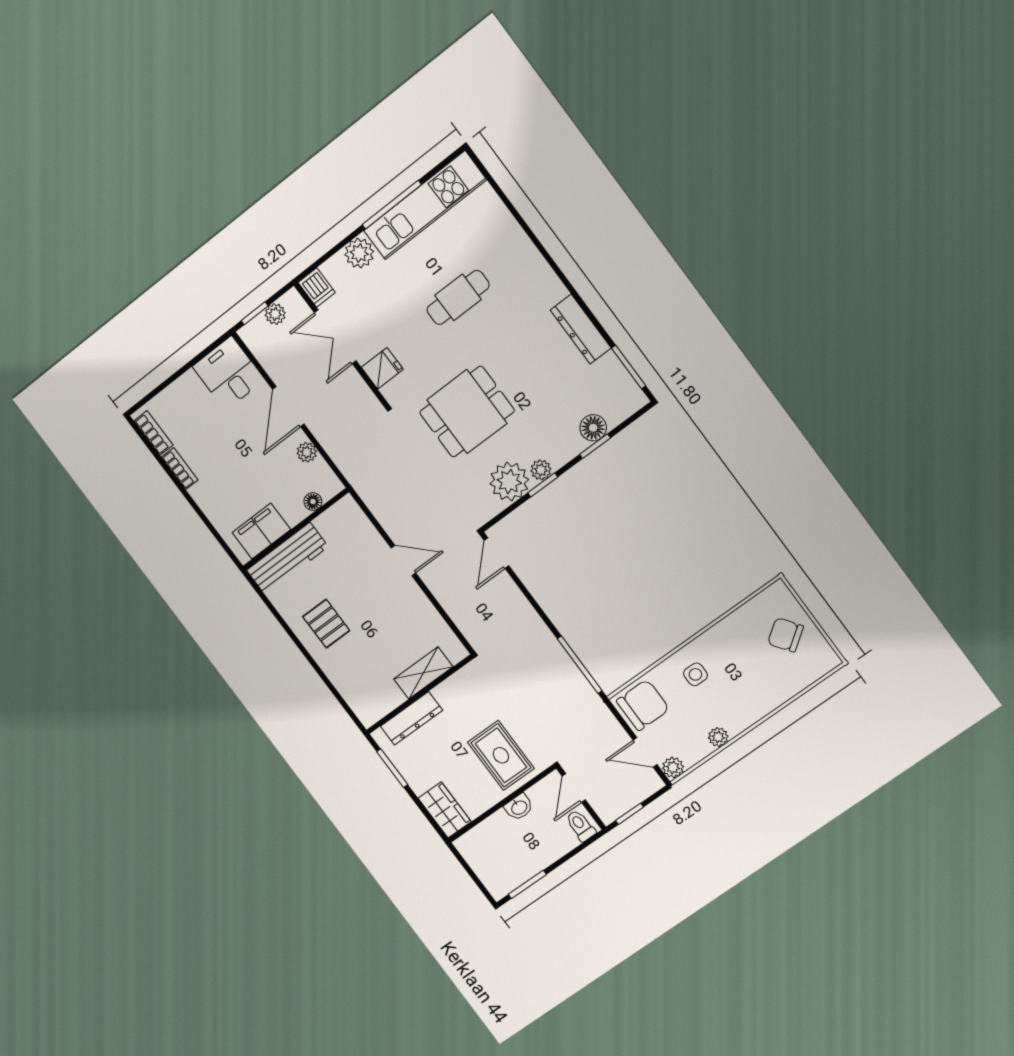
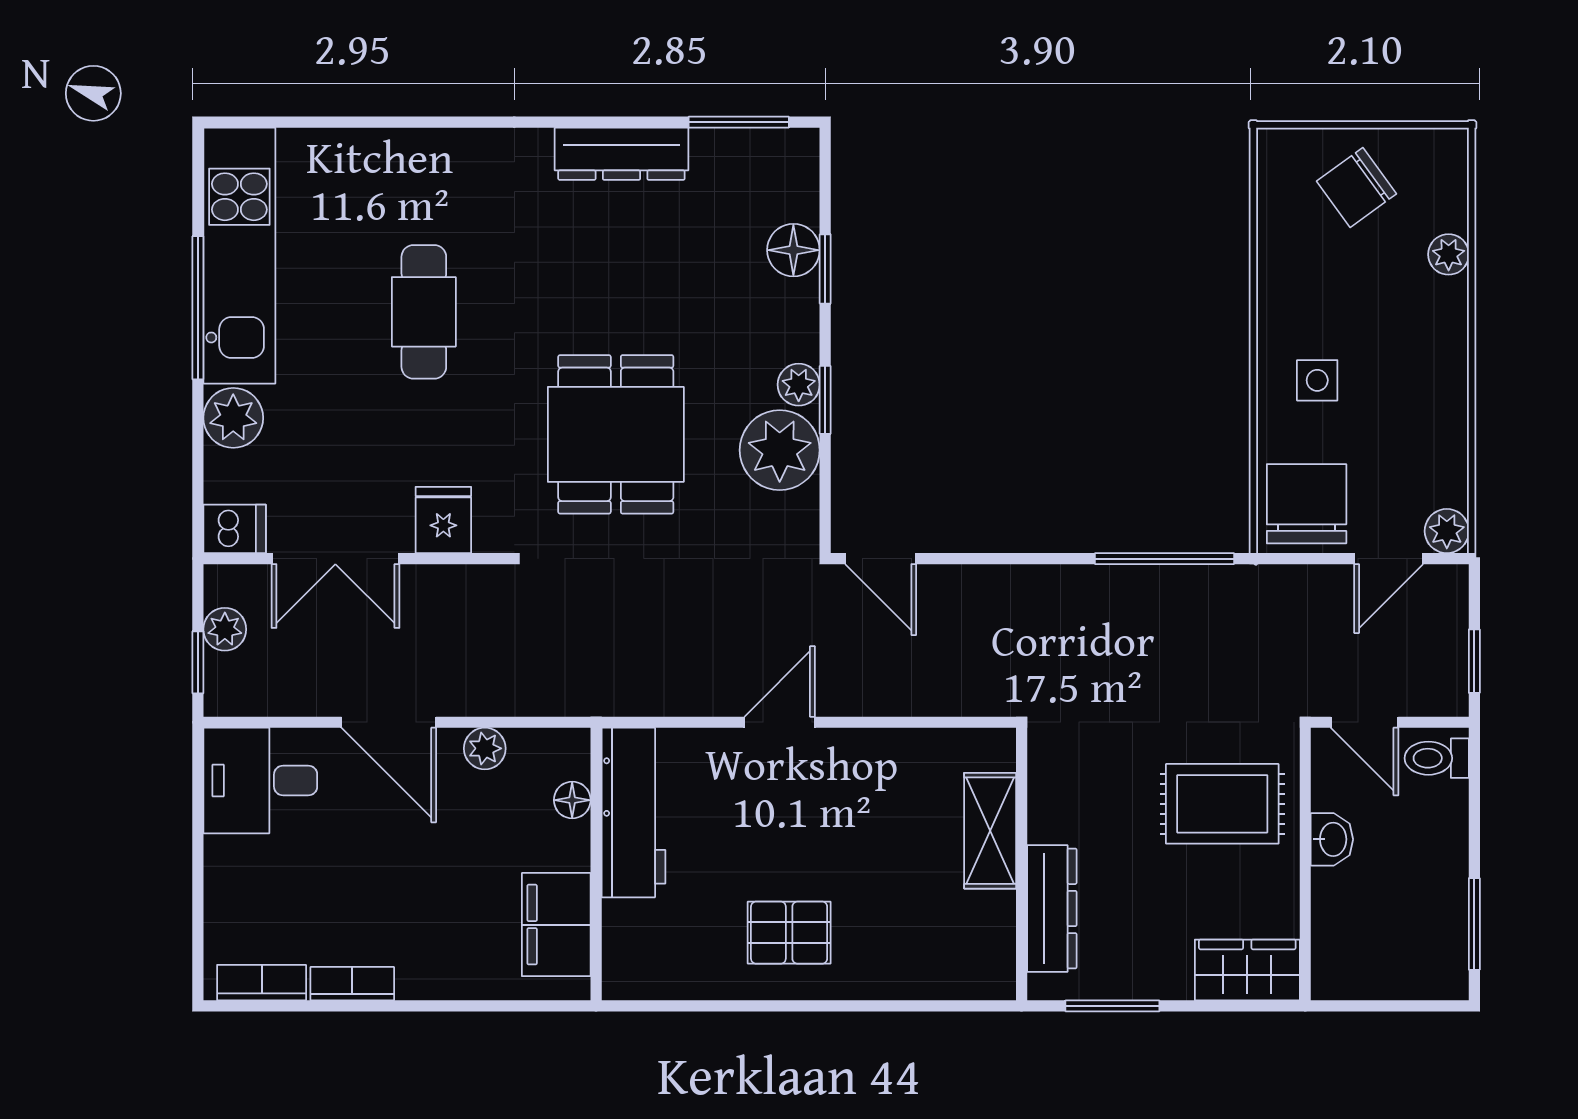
workbench: (287, 558) -> (633, 812), moved
plant: (718, 737) -> (1449, 254), moved

